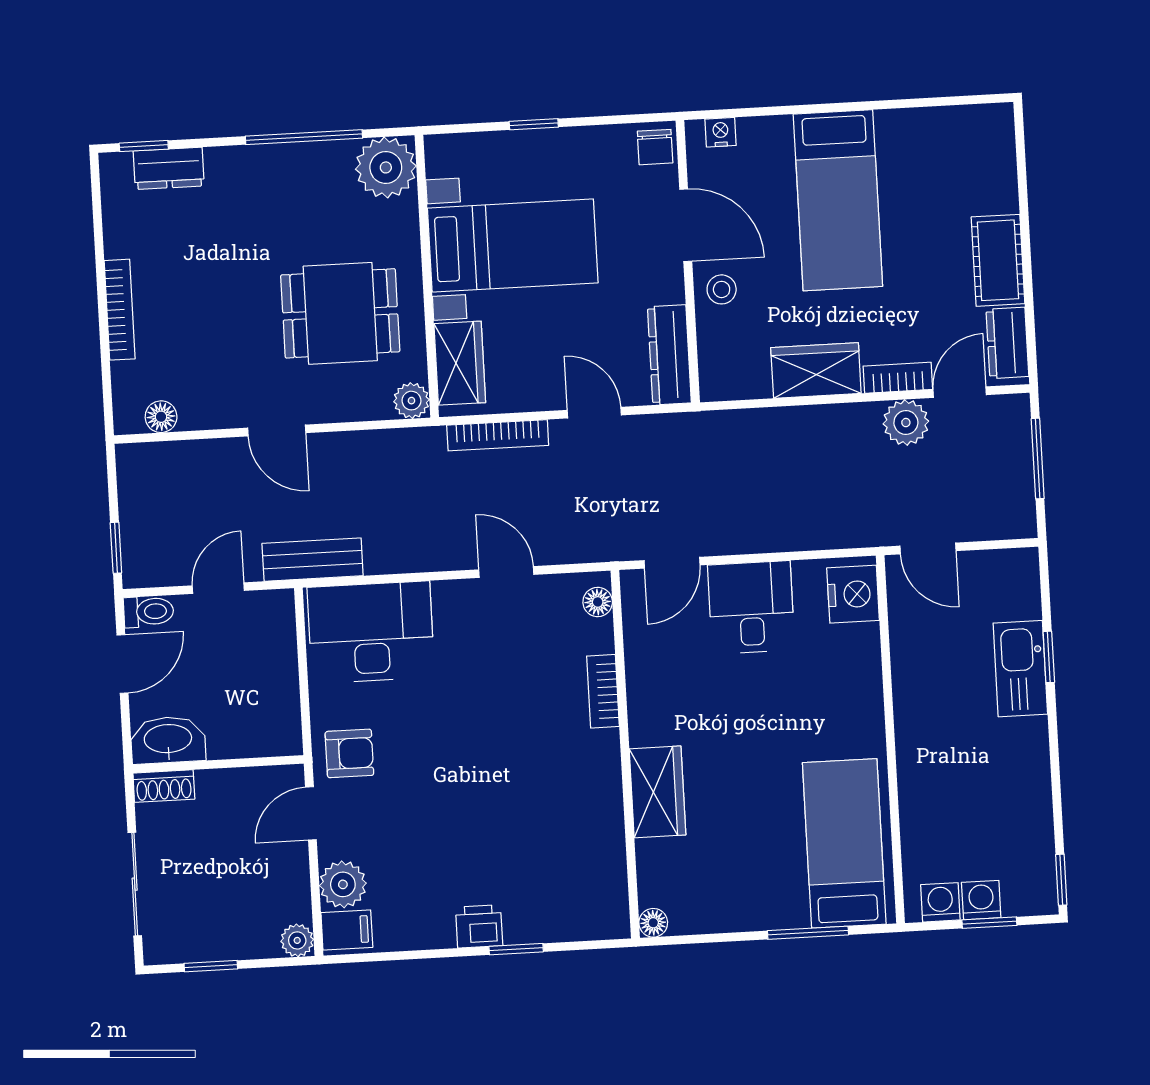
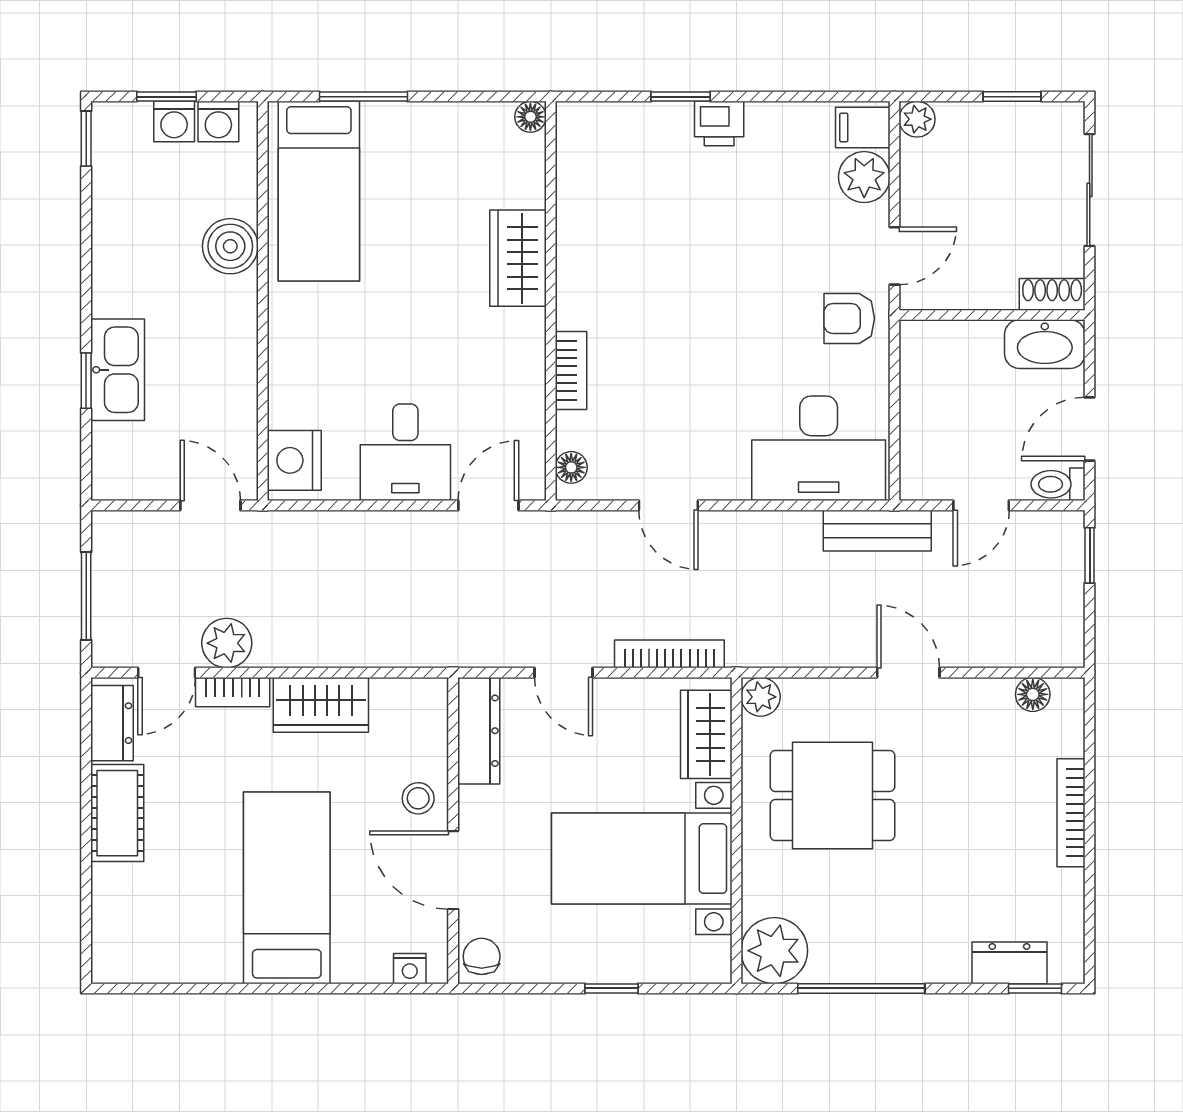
boiler: (923, 788) -> (230, 246), added

